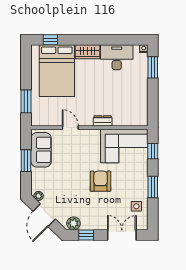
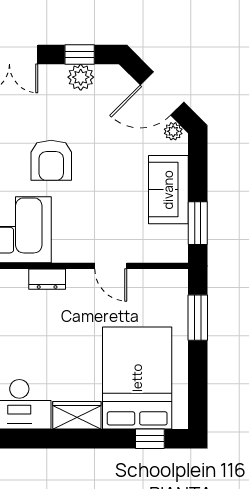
sofa: (41, 150) -> (168, 190), moved
window: (26, 161) -> (198, 223), moved
door: (44, 215) -> (162, 94), swing flipped
plant: (74, 223) -> (81, 77), moved

